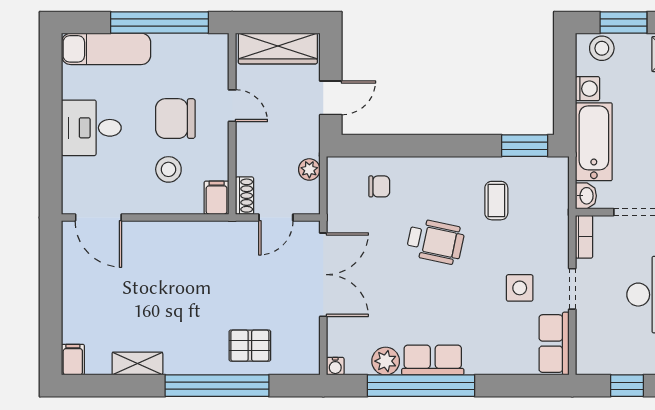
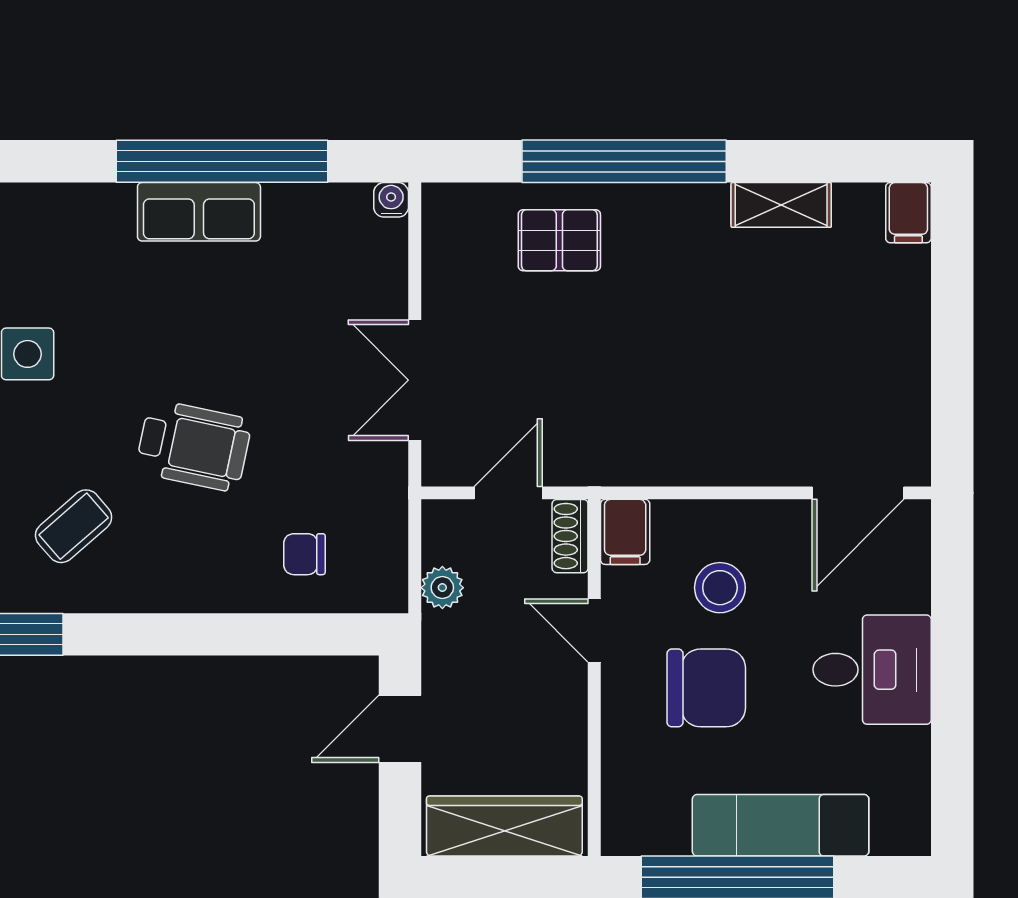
exam couch: (106, 49) -> (781, 825), moved
door: (232, 106) -> (594, 631), moved
coffee table: (496, 201) -> (74, 526), turned 49
door: (98, 217) -> (858, 493), swing flipped
wheelchair: (435, 241) -> (194, 446), turned 180
double door: (323, 275) -> (415, 380), width x0.73
plant: (386, 361) -> (292, 210), removed

